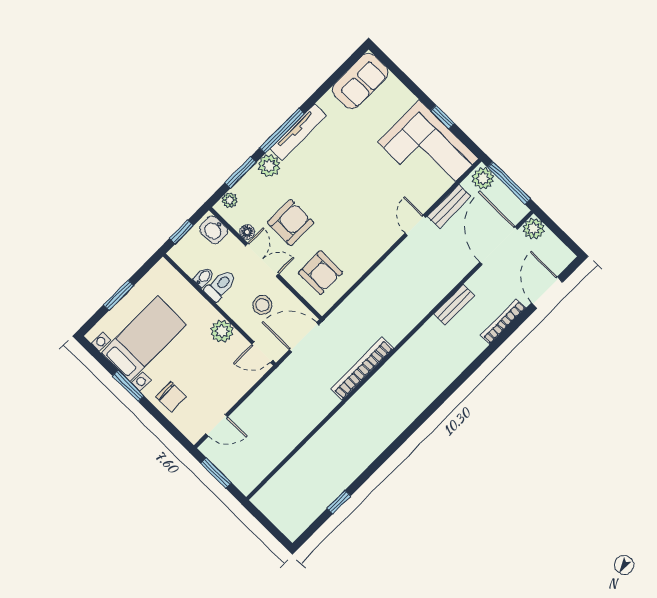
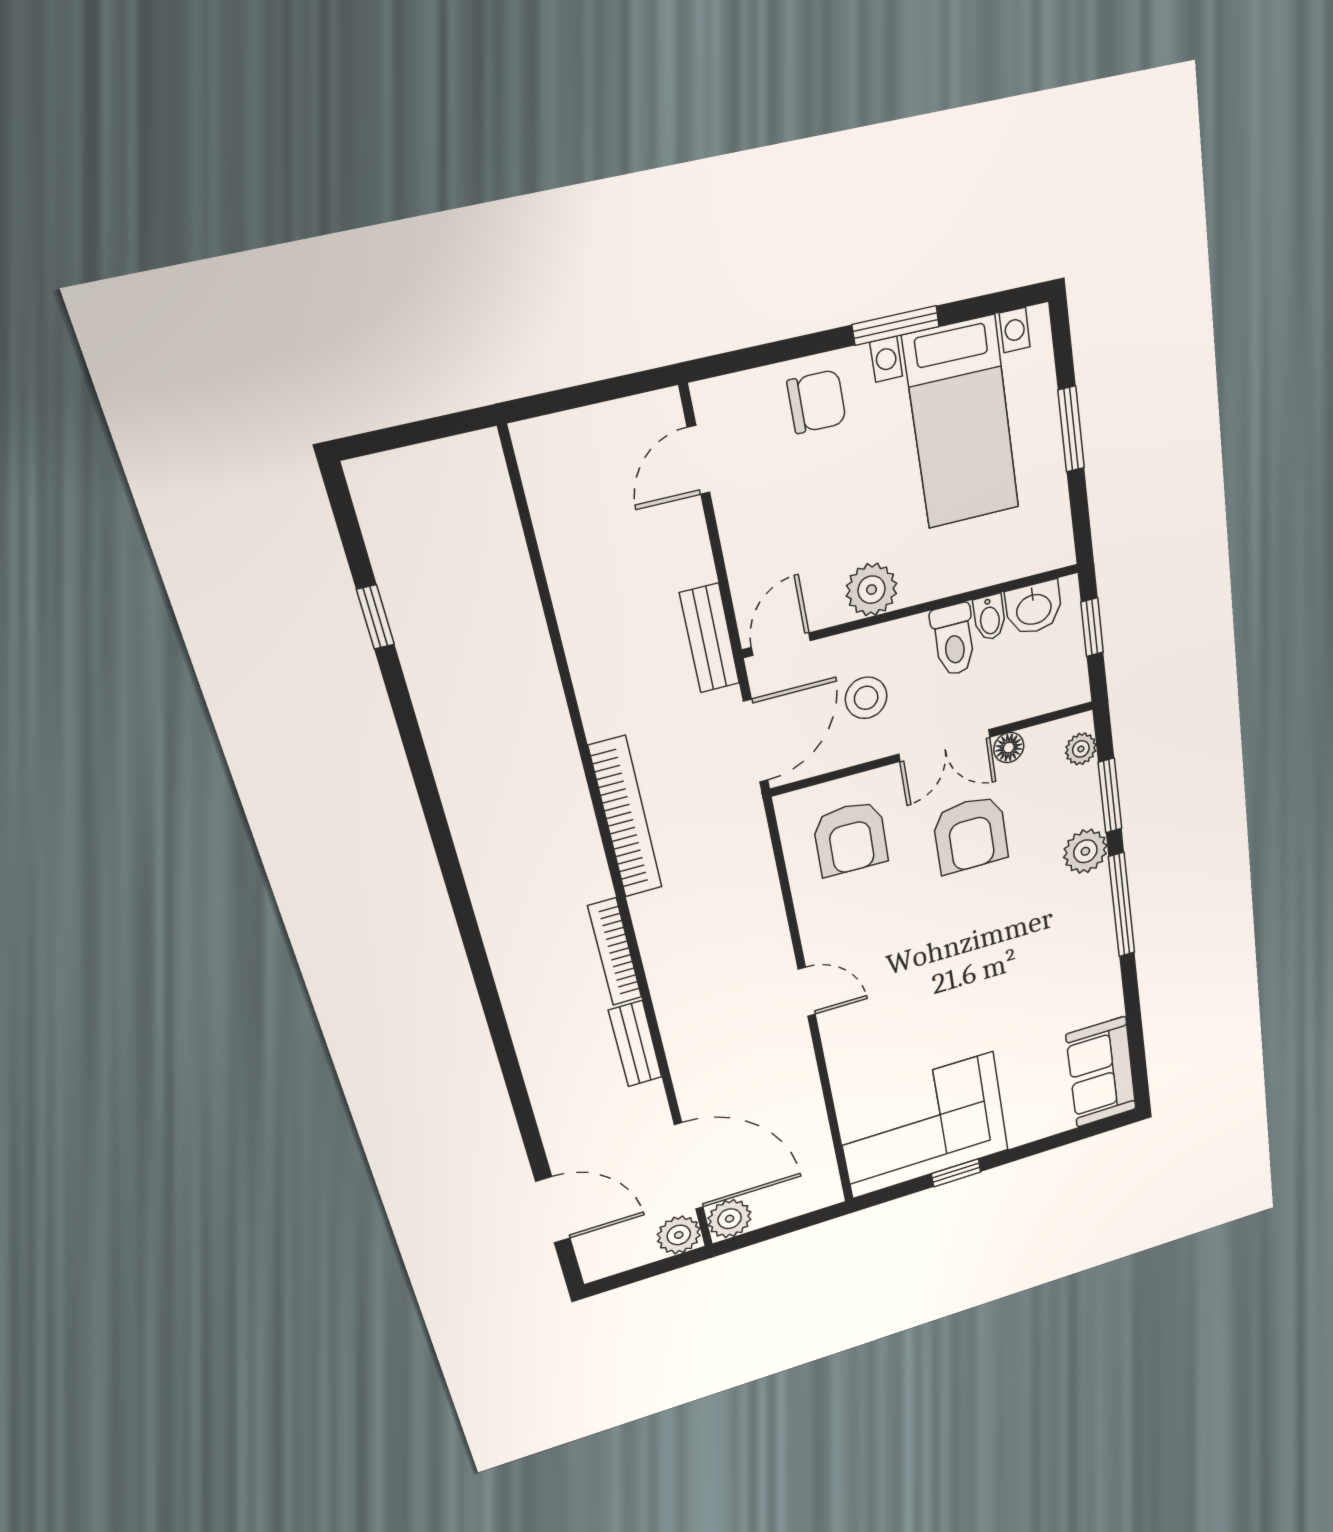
tv unit: (298, 132) -> (1100, 931), removed
plant: (483, 179) -> (730, 1219), moved
window: (509, 183) -> (781, 1228), removed
bench: (449, 206) -> (710, 638), moved
door: (415, 225) -> (807, 992), moved
washbasin: (214, 230) -> (1034, 608), moved, turned 180
armchair: (320, 273) -> (850, 838), turned -89
bookcase: (503, 322) -> (615, 952), moved, turned 180
chair: (171, 397) -> (817, 402), turned 180
window: (216, 473) -> (600, 392), removed

